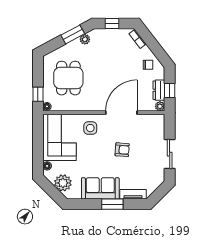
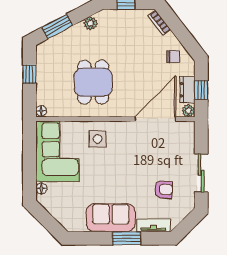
window: (73, 34) -> (57, 26), moved
dining table: (68, 78) -> (93, 82), moved
window: (38, 94) -> (29, 74), moved
door: (121, 113) -> (155, 119), moved
armchair: (122, 150) -> (163, 189), moved
plant: (63, 183) -> (62, 211), removed

